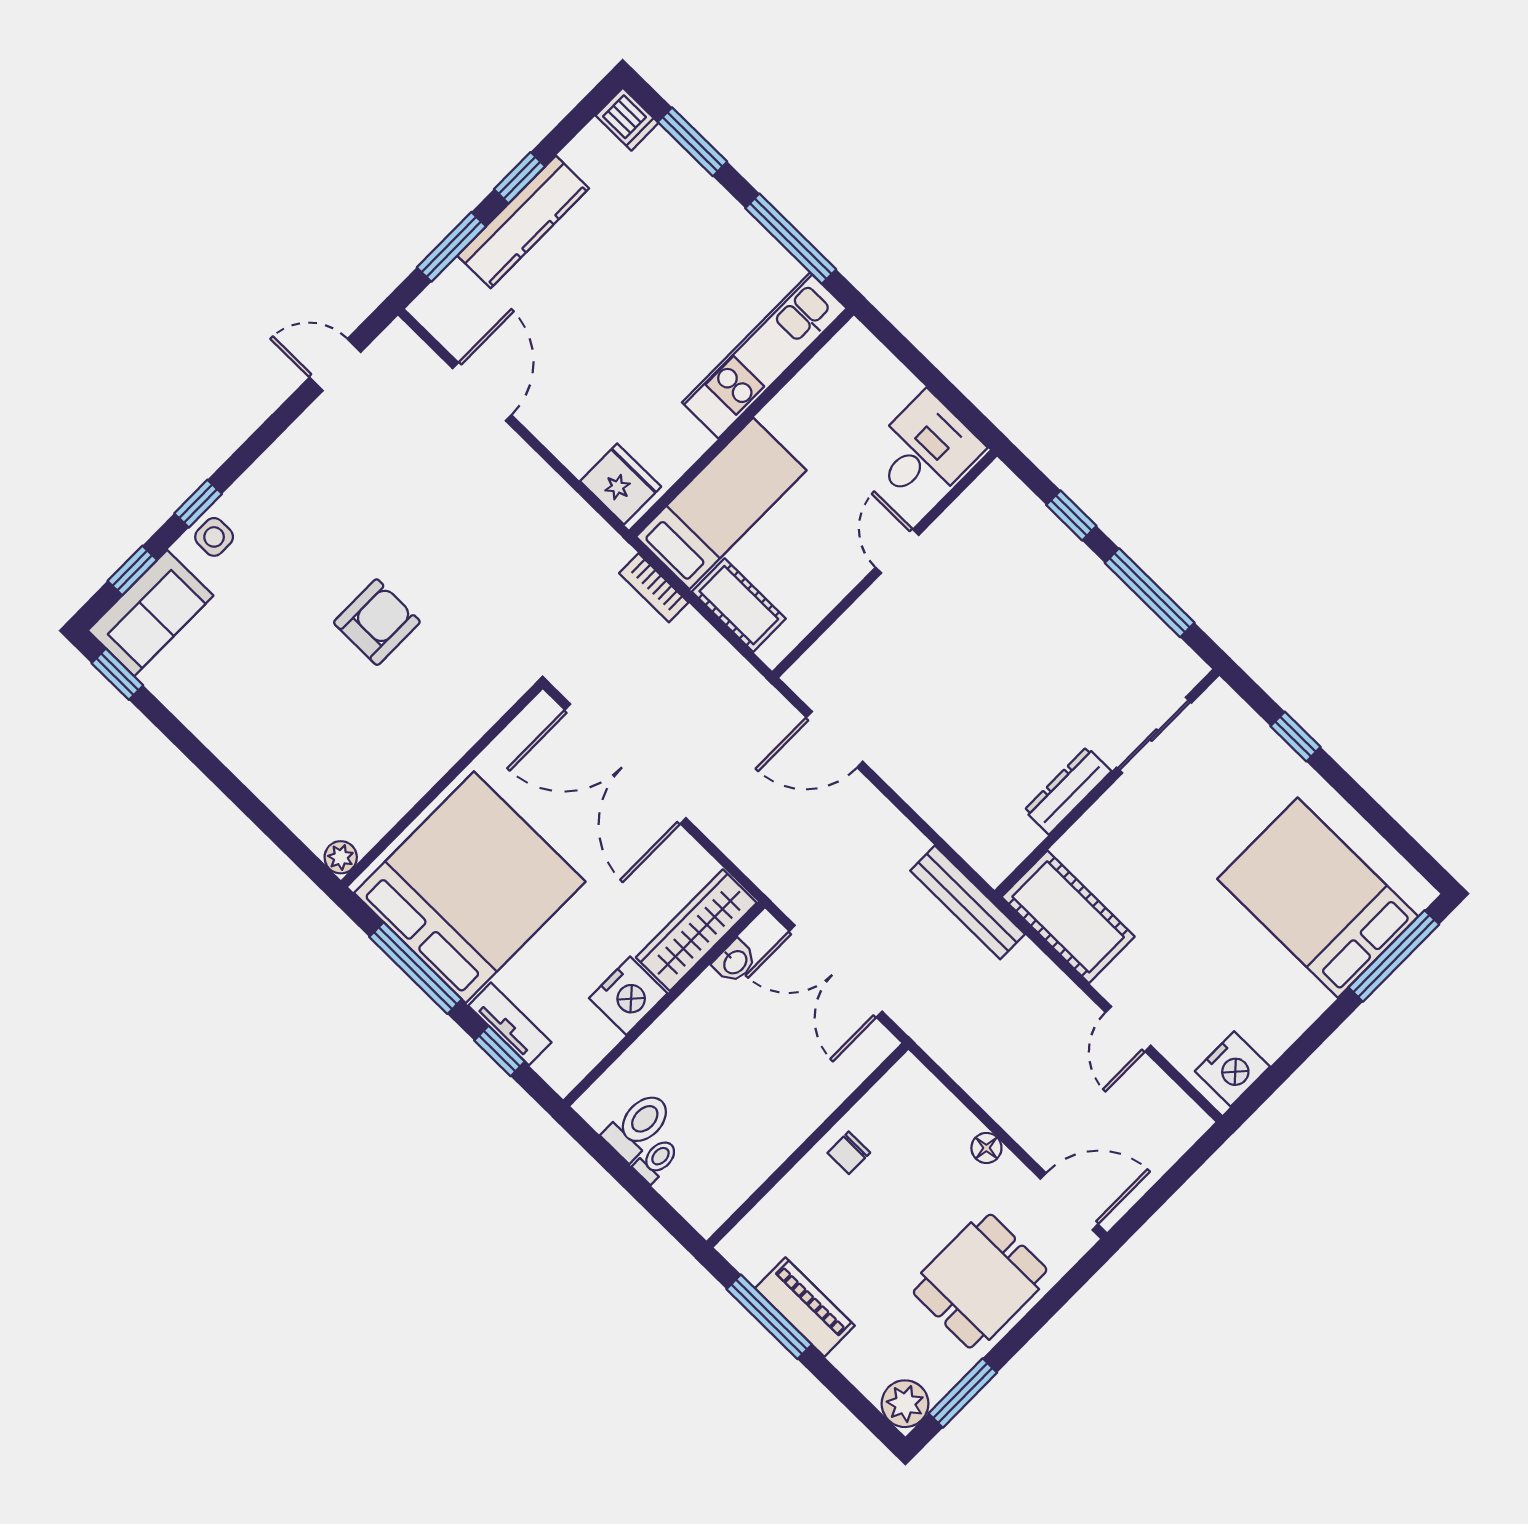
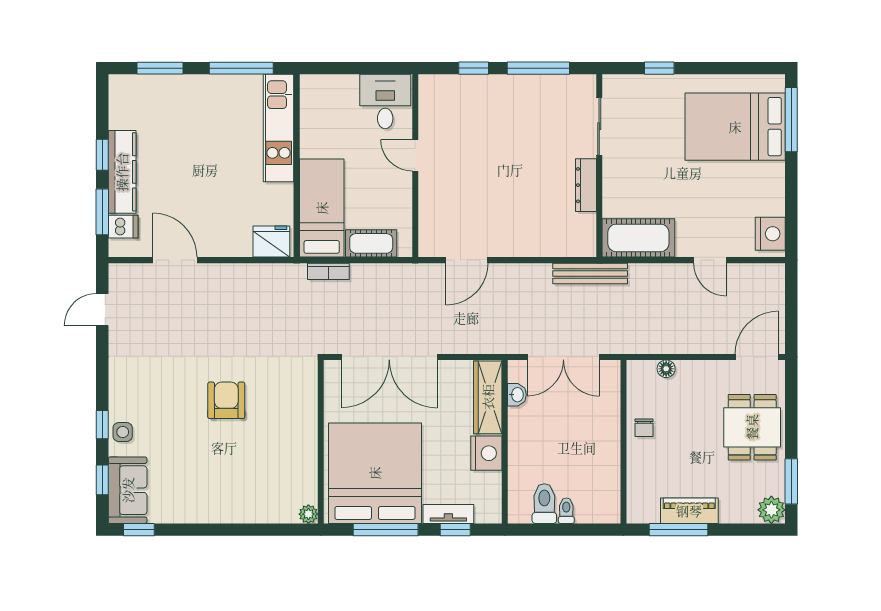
dishwasher: (627, 119) -> (123, 227), moved
floor lamp: (986, 1148) -> (666, 369), moved

